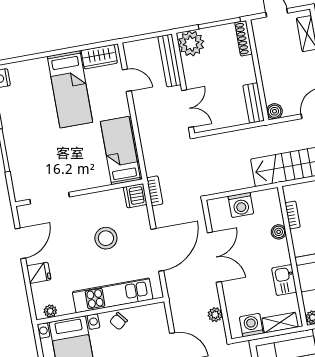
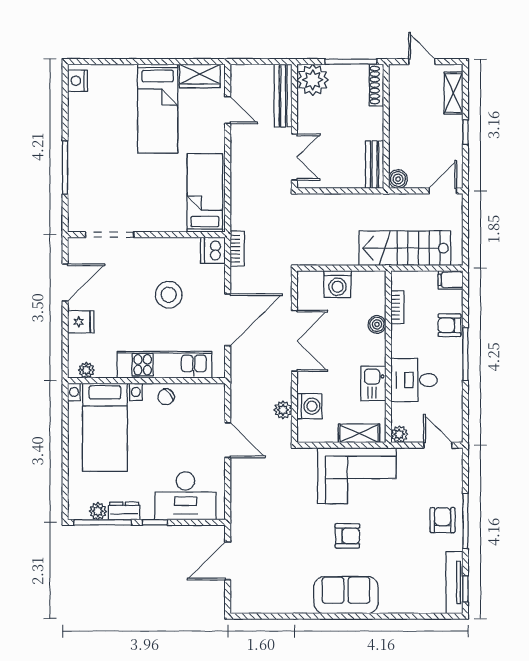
washing machine: (251, 325) -> (309, 406), moved, turned 90

